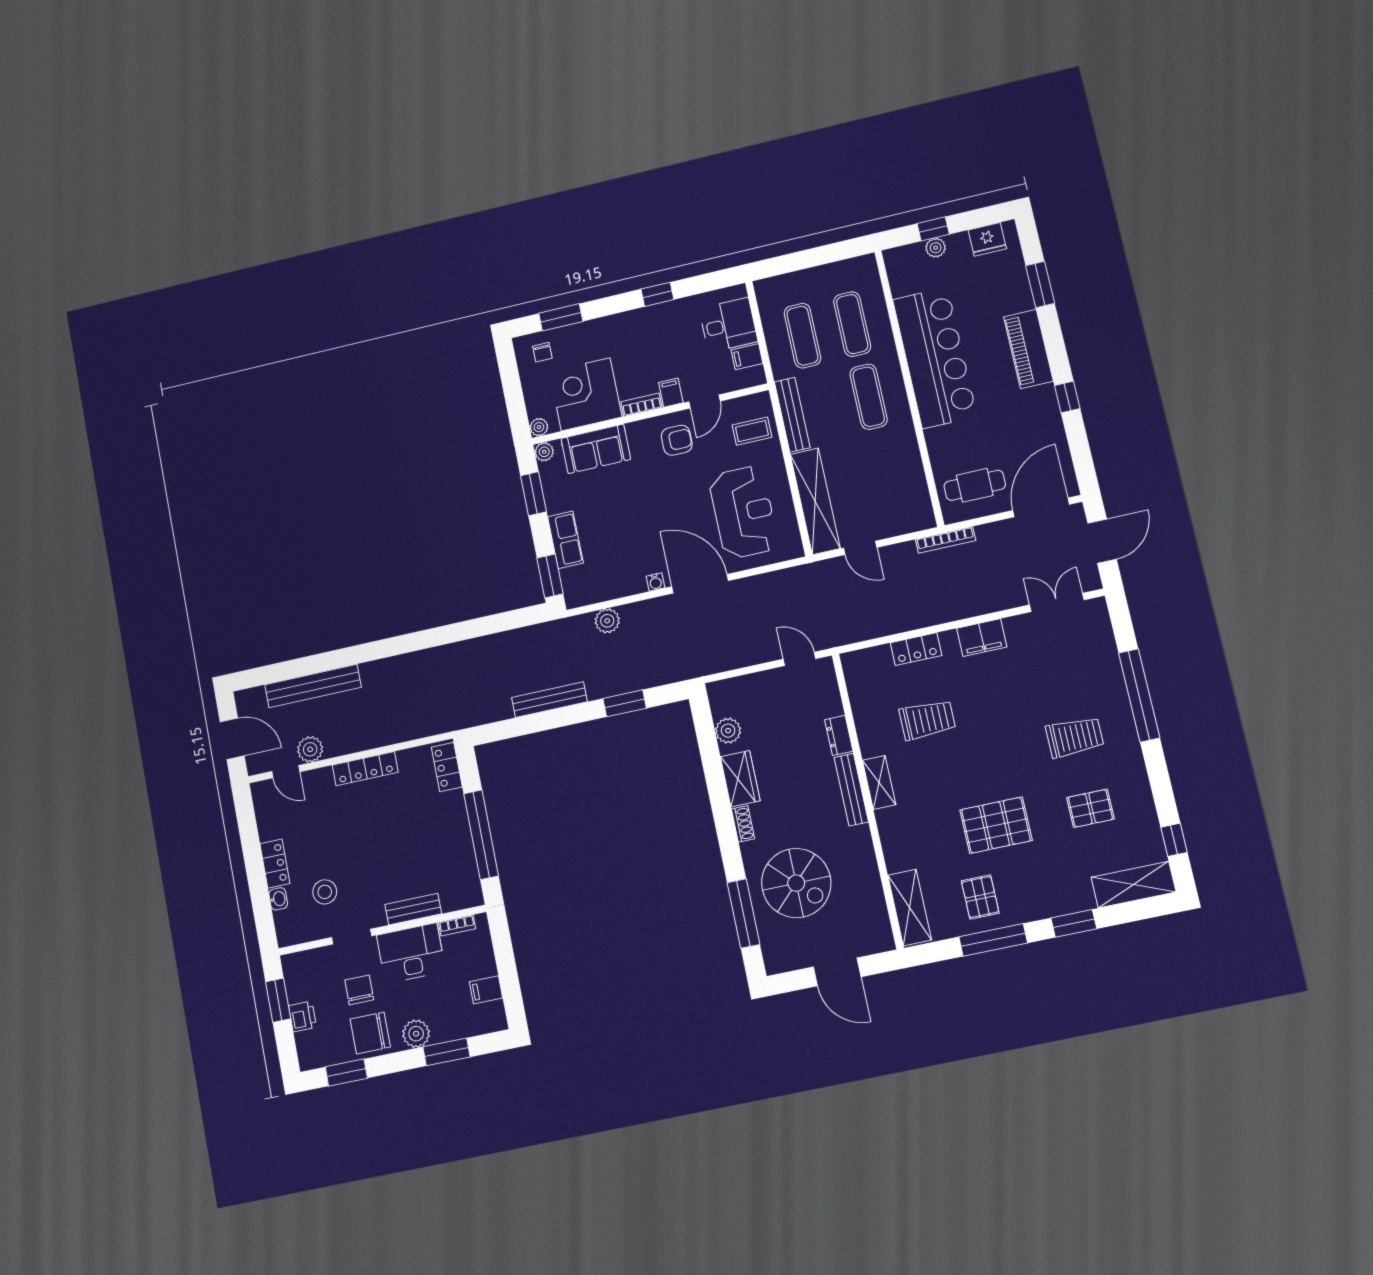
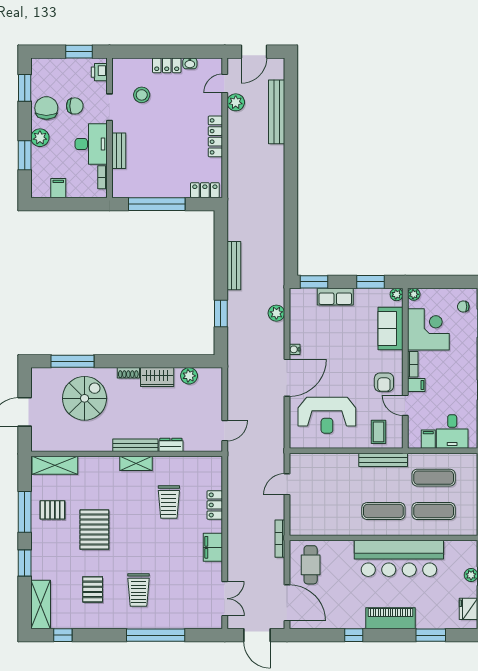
shelving: (815, 501) -> (323, 462), removed
spiral stairs: (796, 883) -> (85, 398), turned 180
washbasin: (278, 899) -> (190, 63), moved
printer: (303, 1016) -> (99, 72), moved, turned 90

